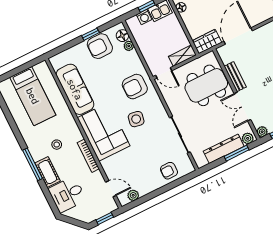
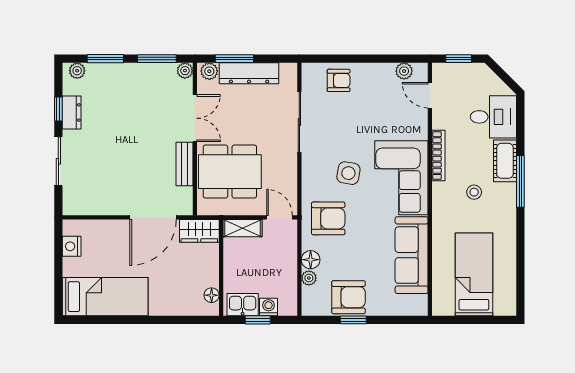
floor lamp: (122, 36) -> (311, 260), moved

